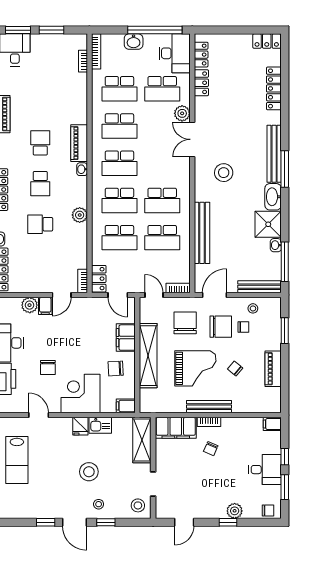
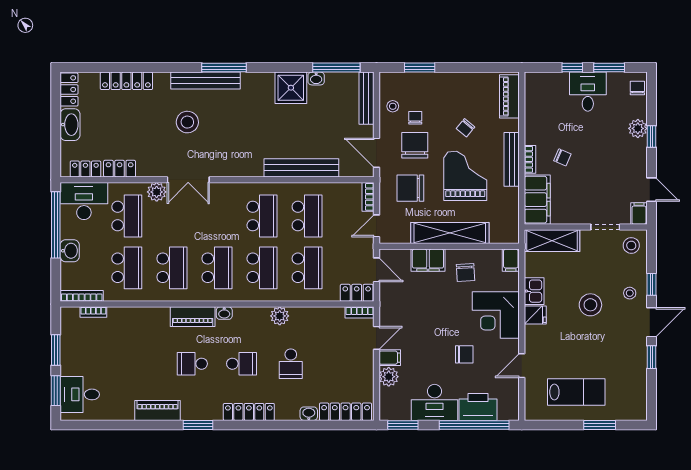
stool: (224, 173) -> (187, 122), moved
washbasin: (273, 197) -> (70, 125), moved, turned -90
door: (62, 295) -> (376, 338), hinge flipped
door: (118, 295) -> (376, 270), hinge flipped
piano: (273, 369) -> (509, 96), moved, turned 90
filing cabinet: (272, 424) -> (639, 214), moved, turned 180

